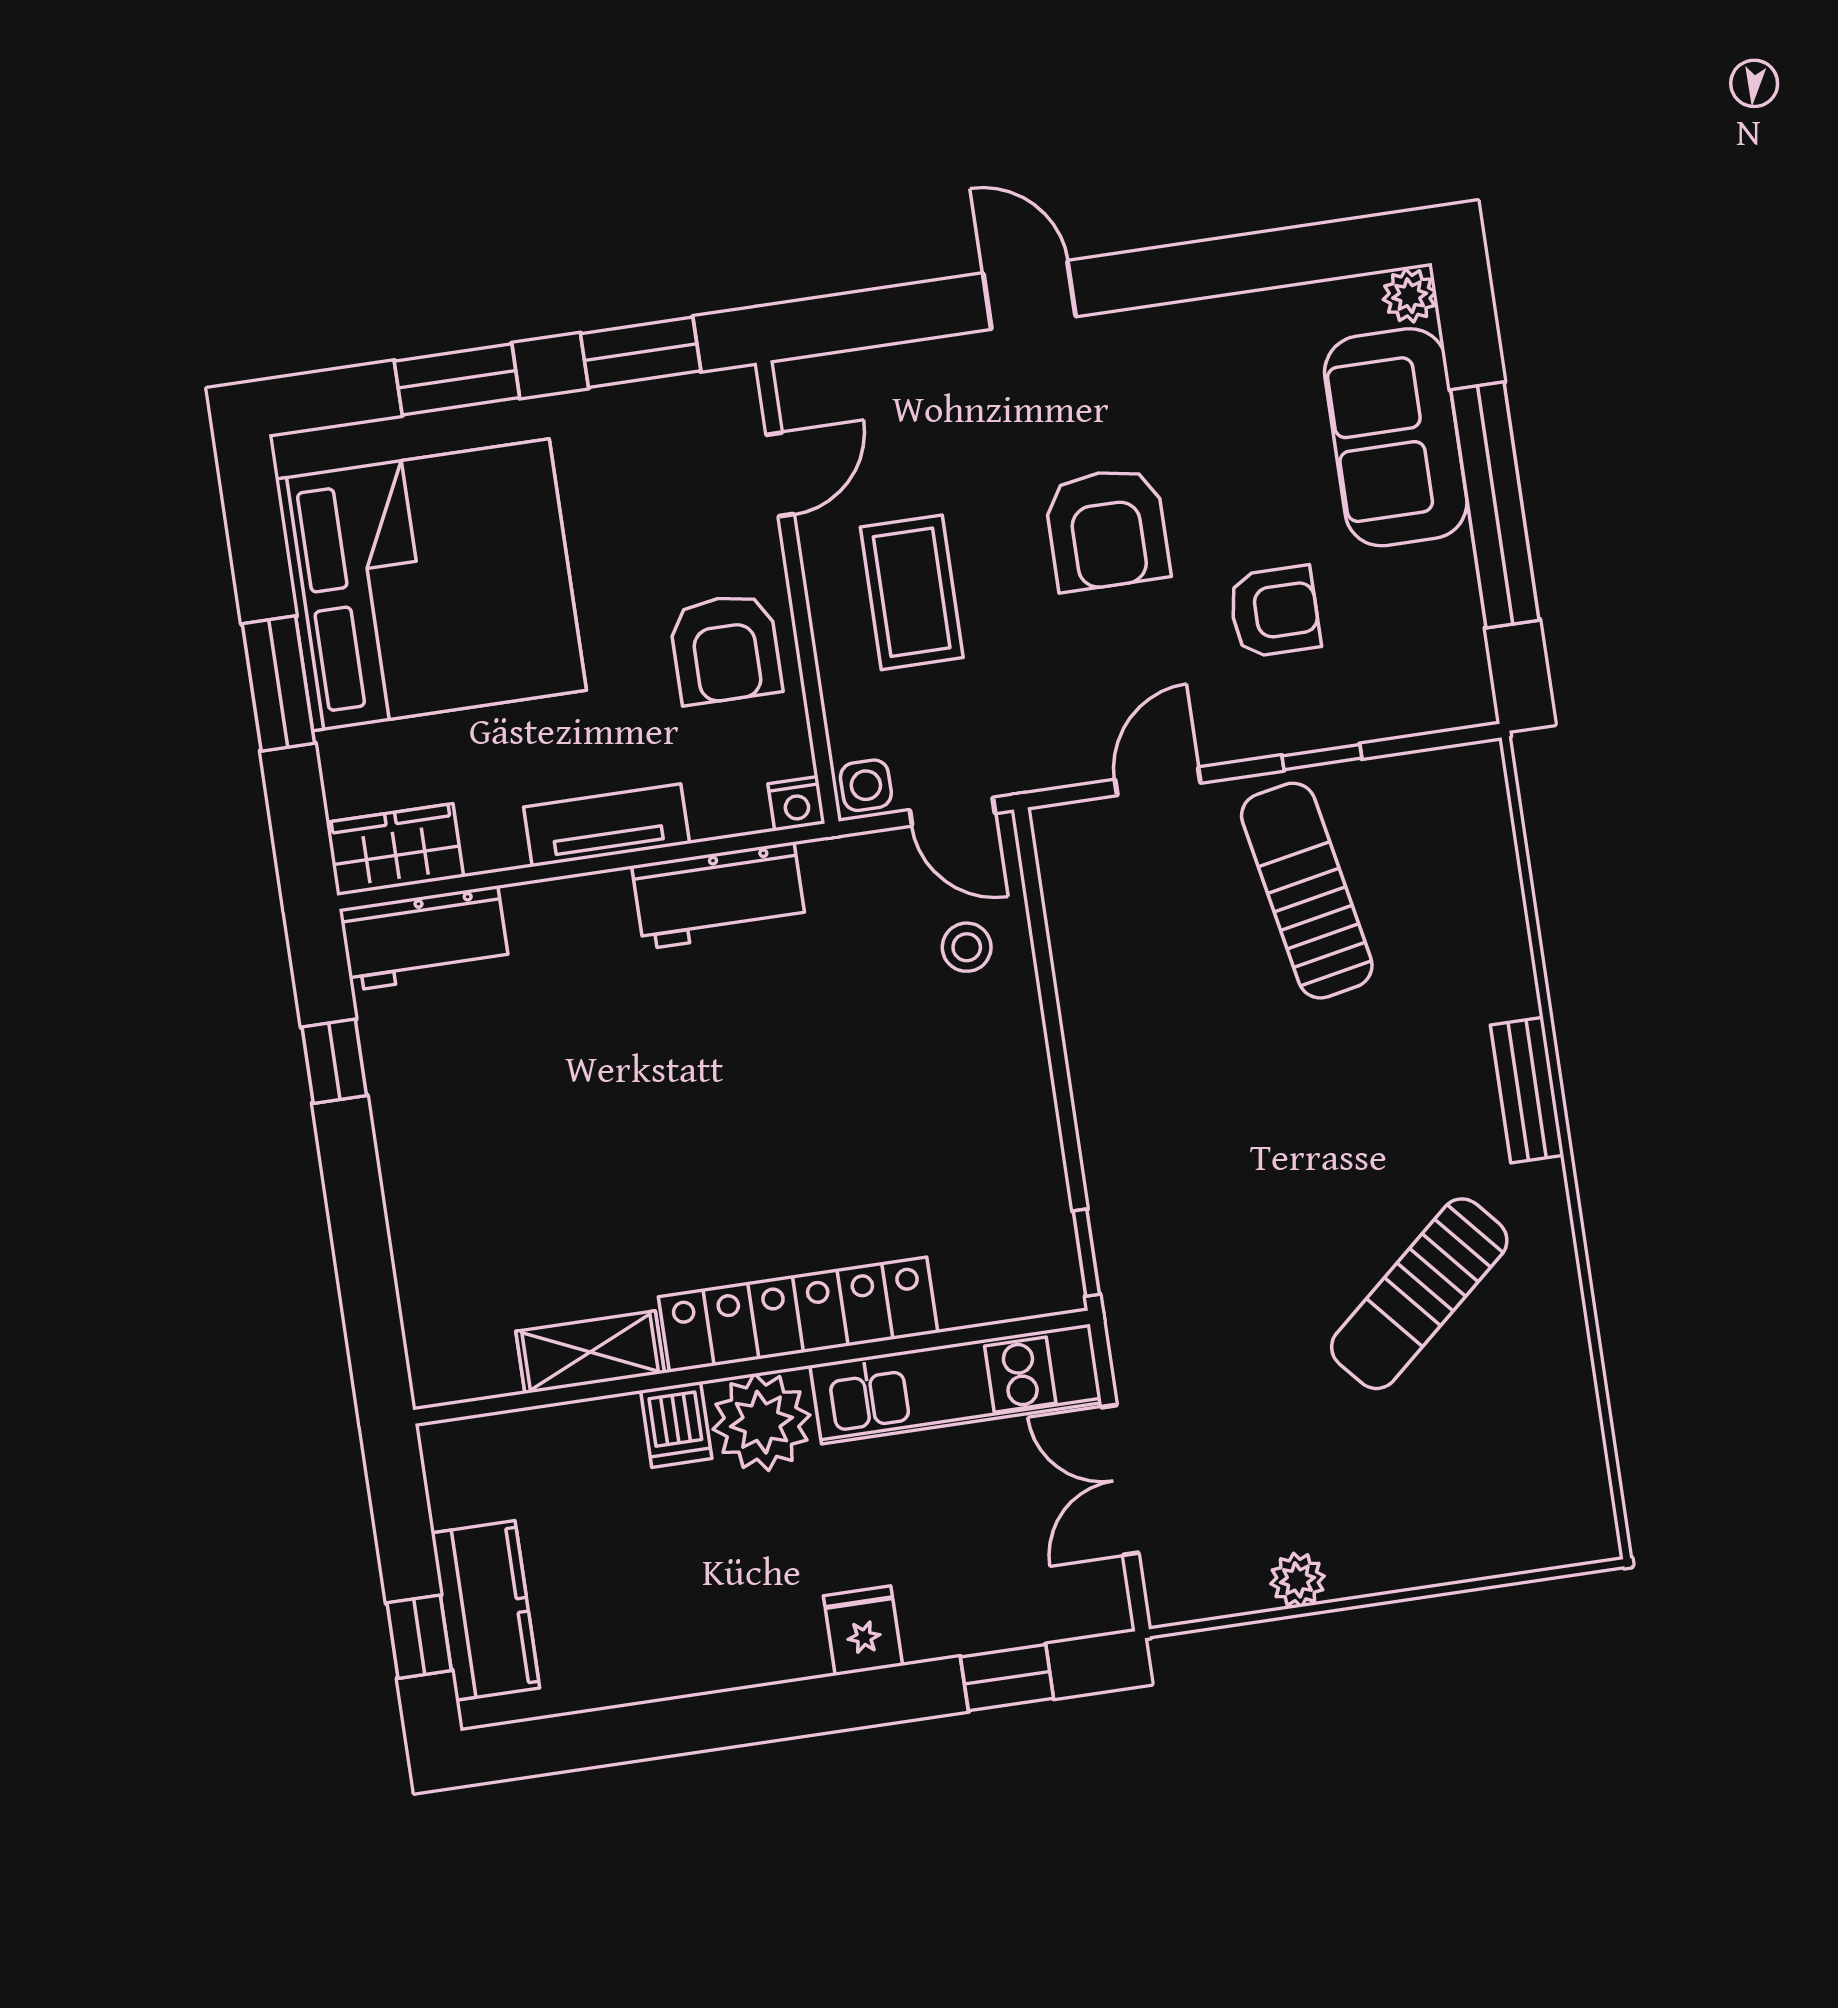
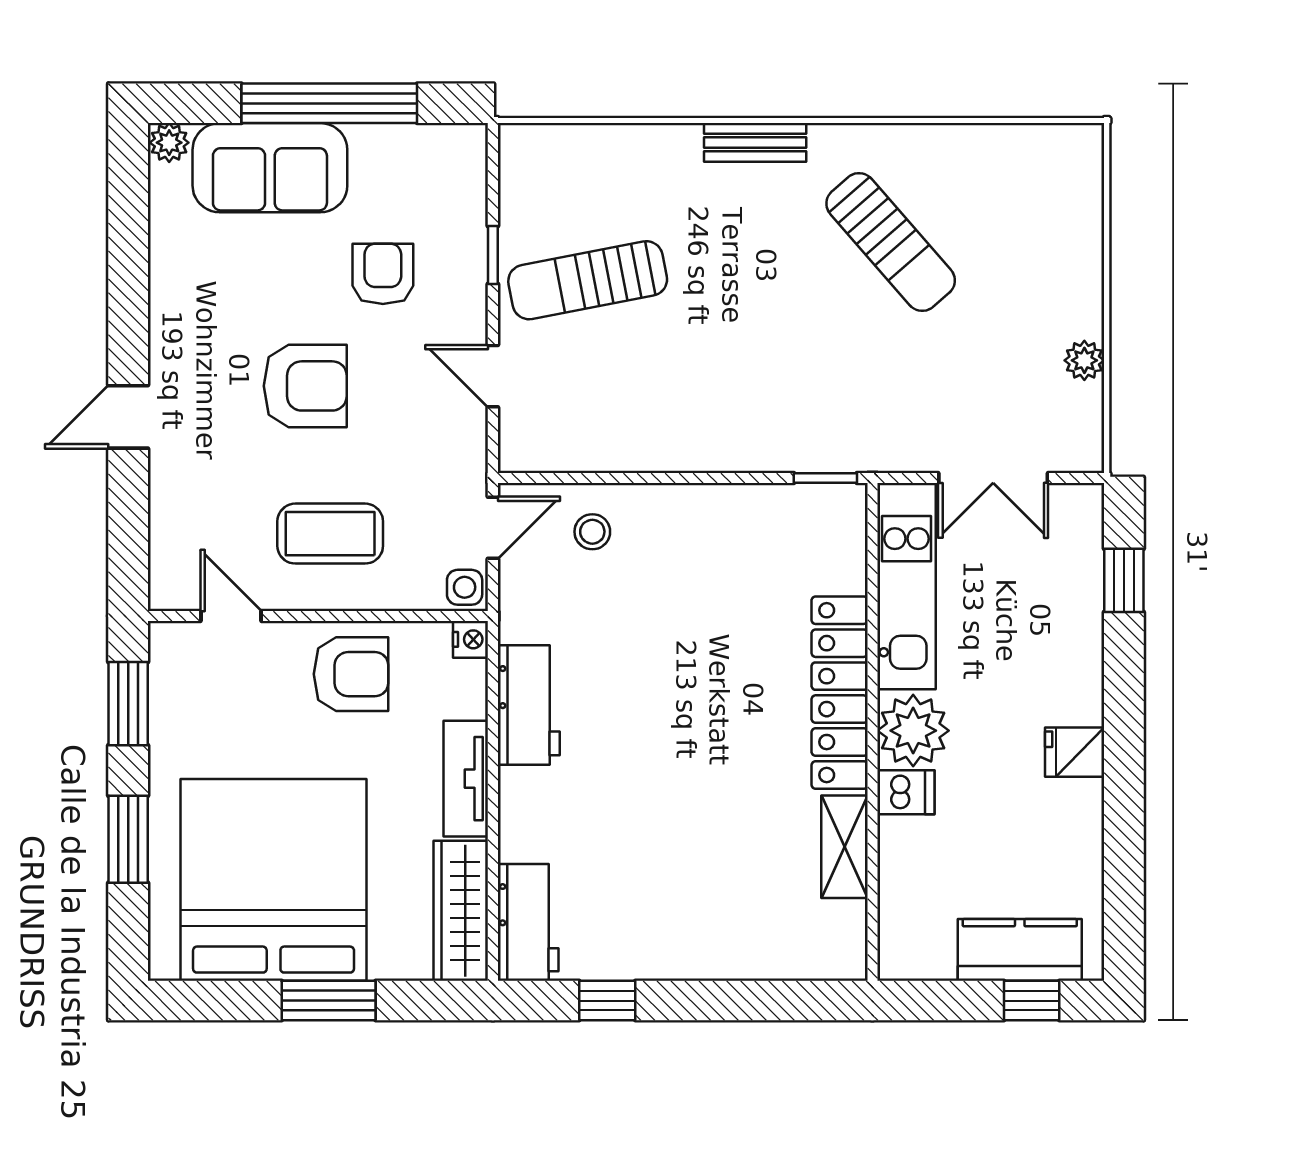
wardrobe: (395, 850) -> (461, 911), width x1.50
fridge: (863, 1631) -> (1075, 752), moved

